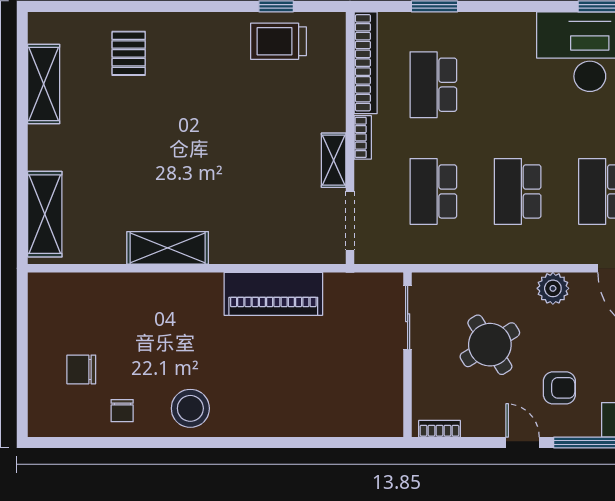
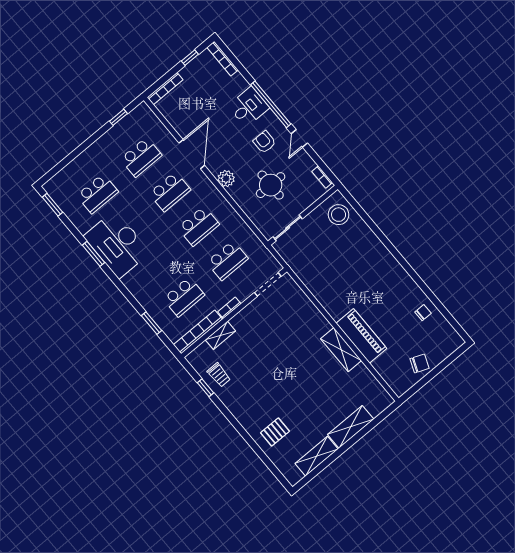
trolley: (278, 41) -> (219, 375), width x0.73, depth x0.72
shelving: (334, 160) -> (220, 335), moved
shelving: (45, 214) -> (351, 427), moved
piano: (273, 294) -> (361, 336), moved
round table: (490, 345) -> (271, 185), turned 32
chair: (81, 369) -> (420, 364), moved, turned -68
stool: (190, 408) -> (339, 215), moved

